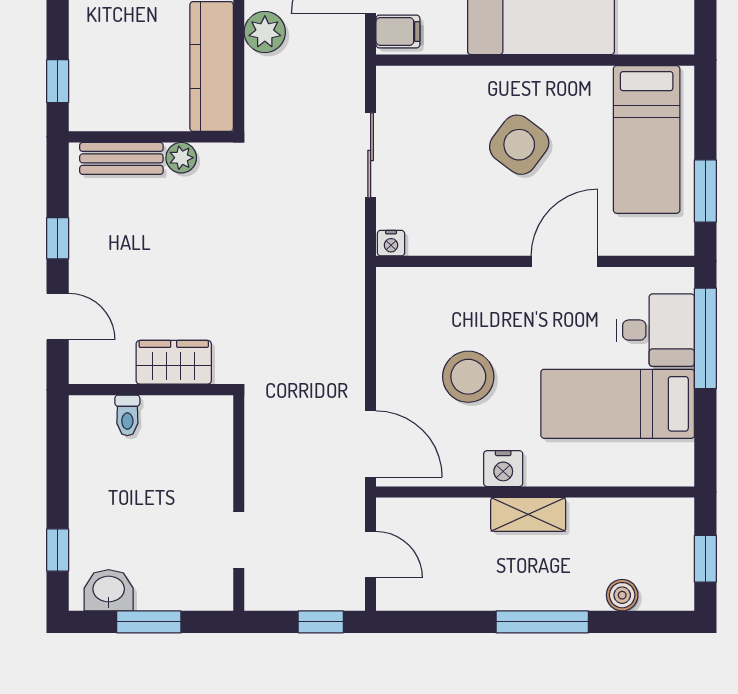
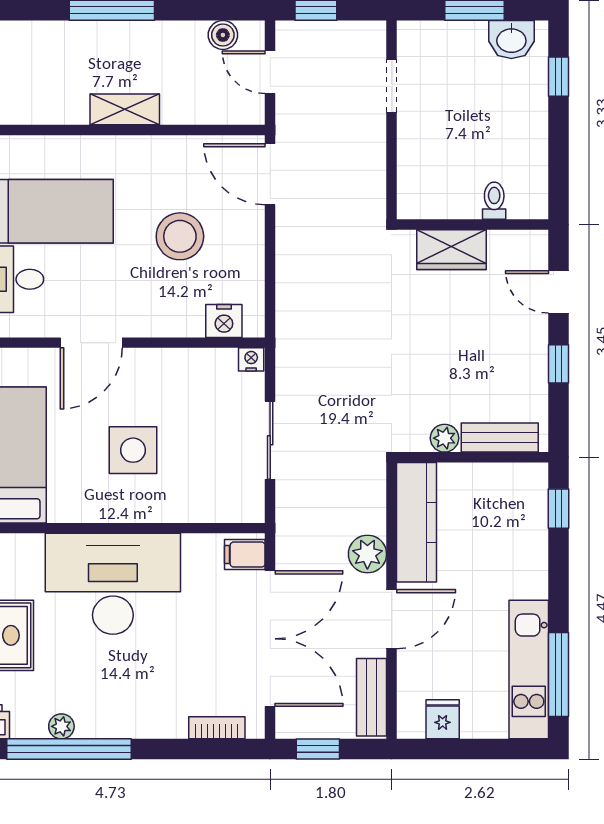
side table: (519, 145) -> (133, 450), turned -37
nightstand: (503, 469) -> (224, 321), moved, turned 180
boiler: (622, 595) -> (223, 35), moved

